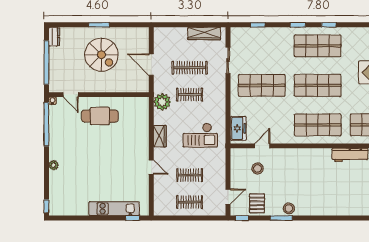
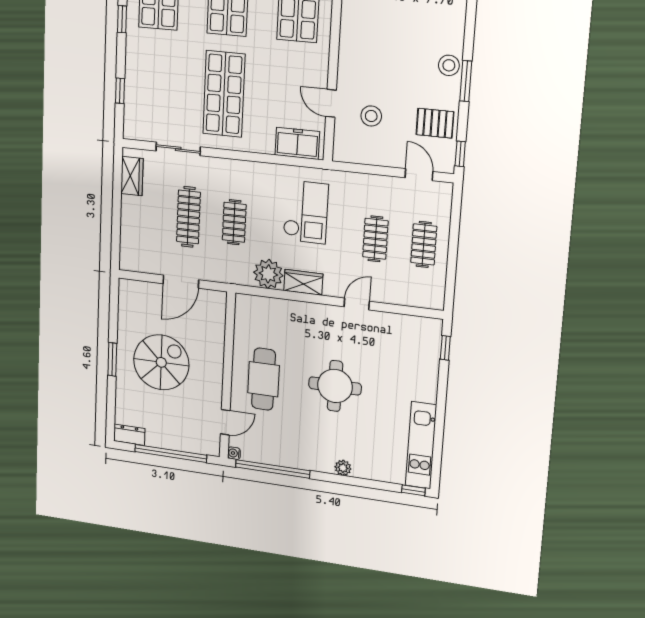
wardrobe: (204, 33) -> (132, 176), width x0.67
plant: (162, 102) -> (268, 274), moved
round table: (102, 158) -> (335, 386), added
kitchen unit: (114, 209) -> (421, 445), moved

